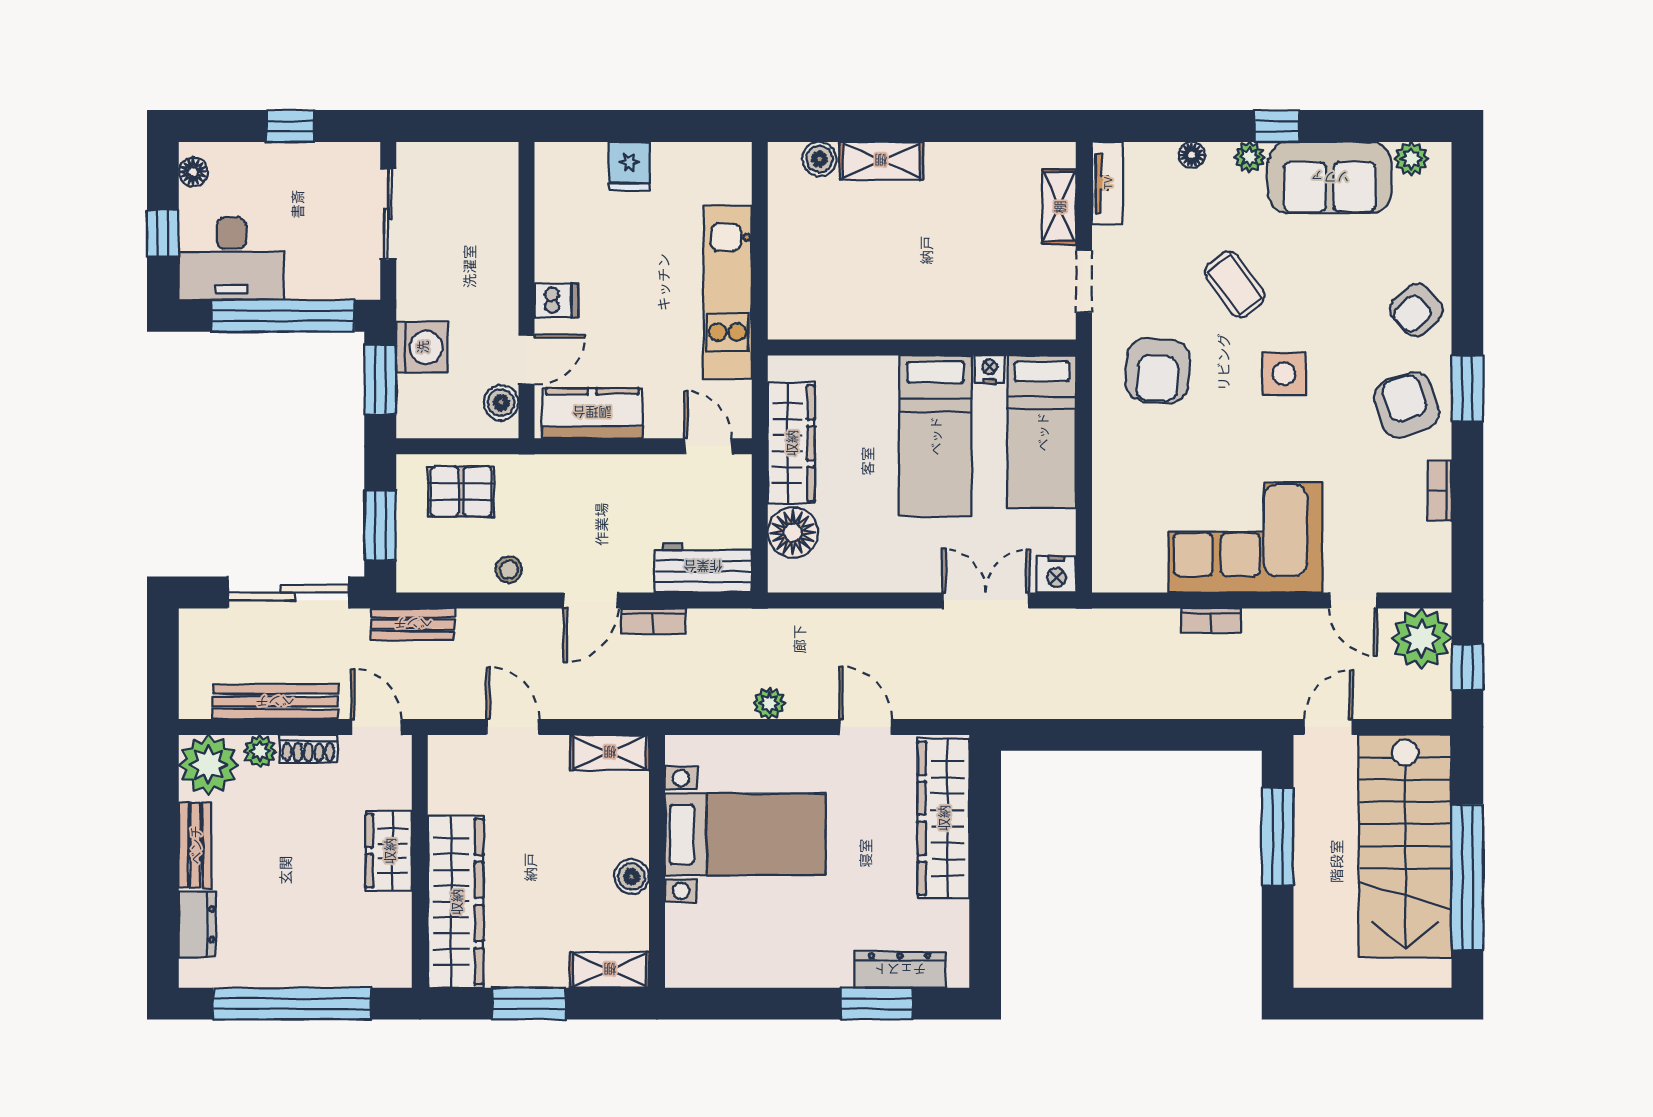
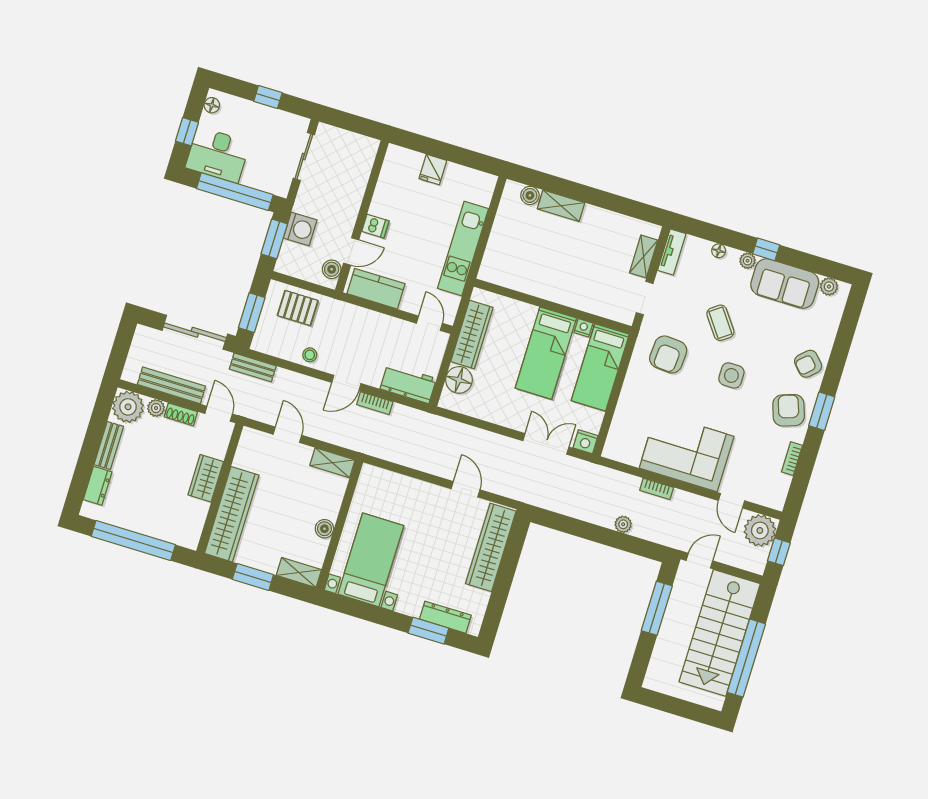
plant: (769, 703) -> (623, 524), moved
bed with nightstands: (745, 834) -> (371, 560), moved, turned -90

